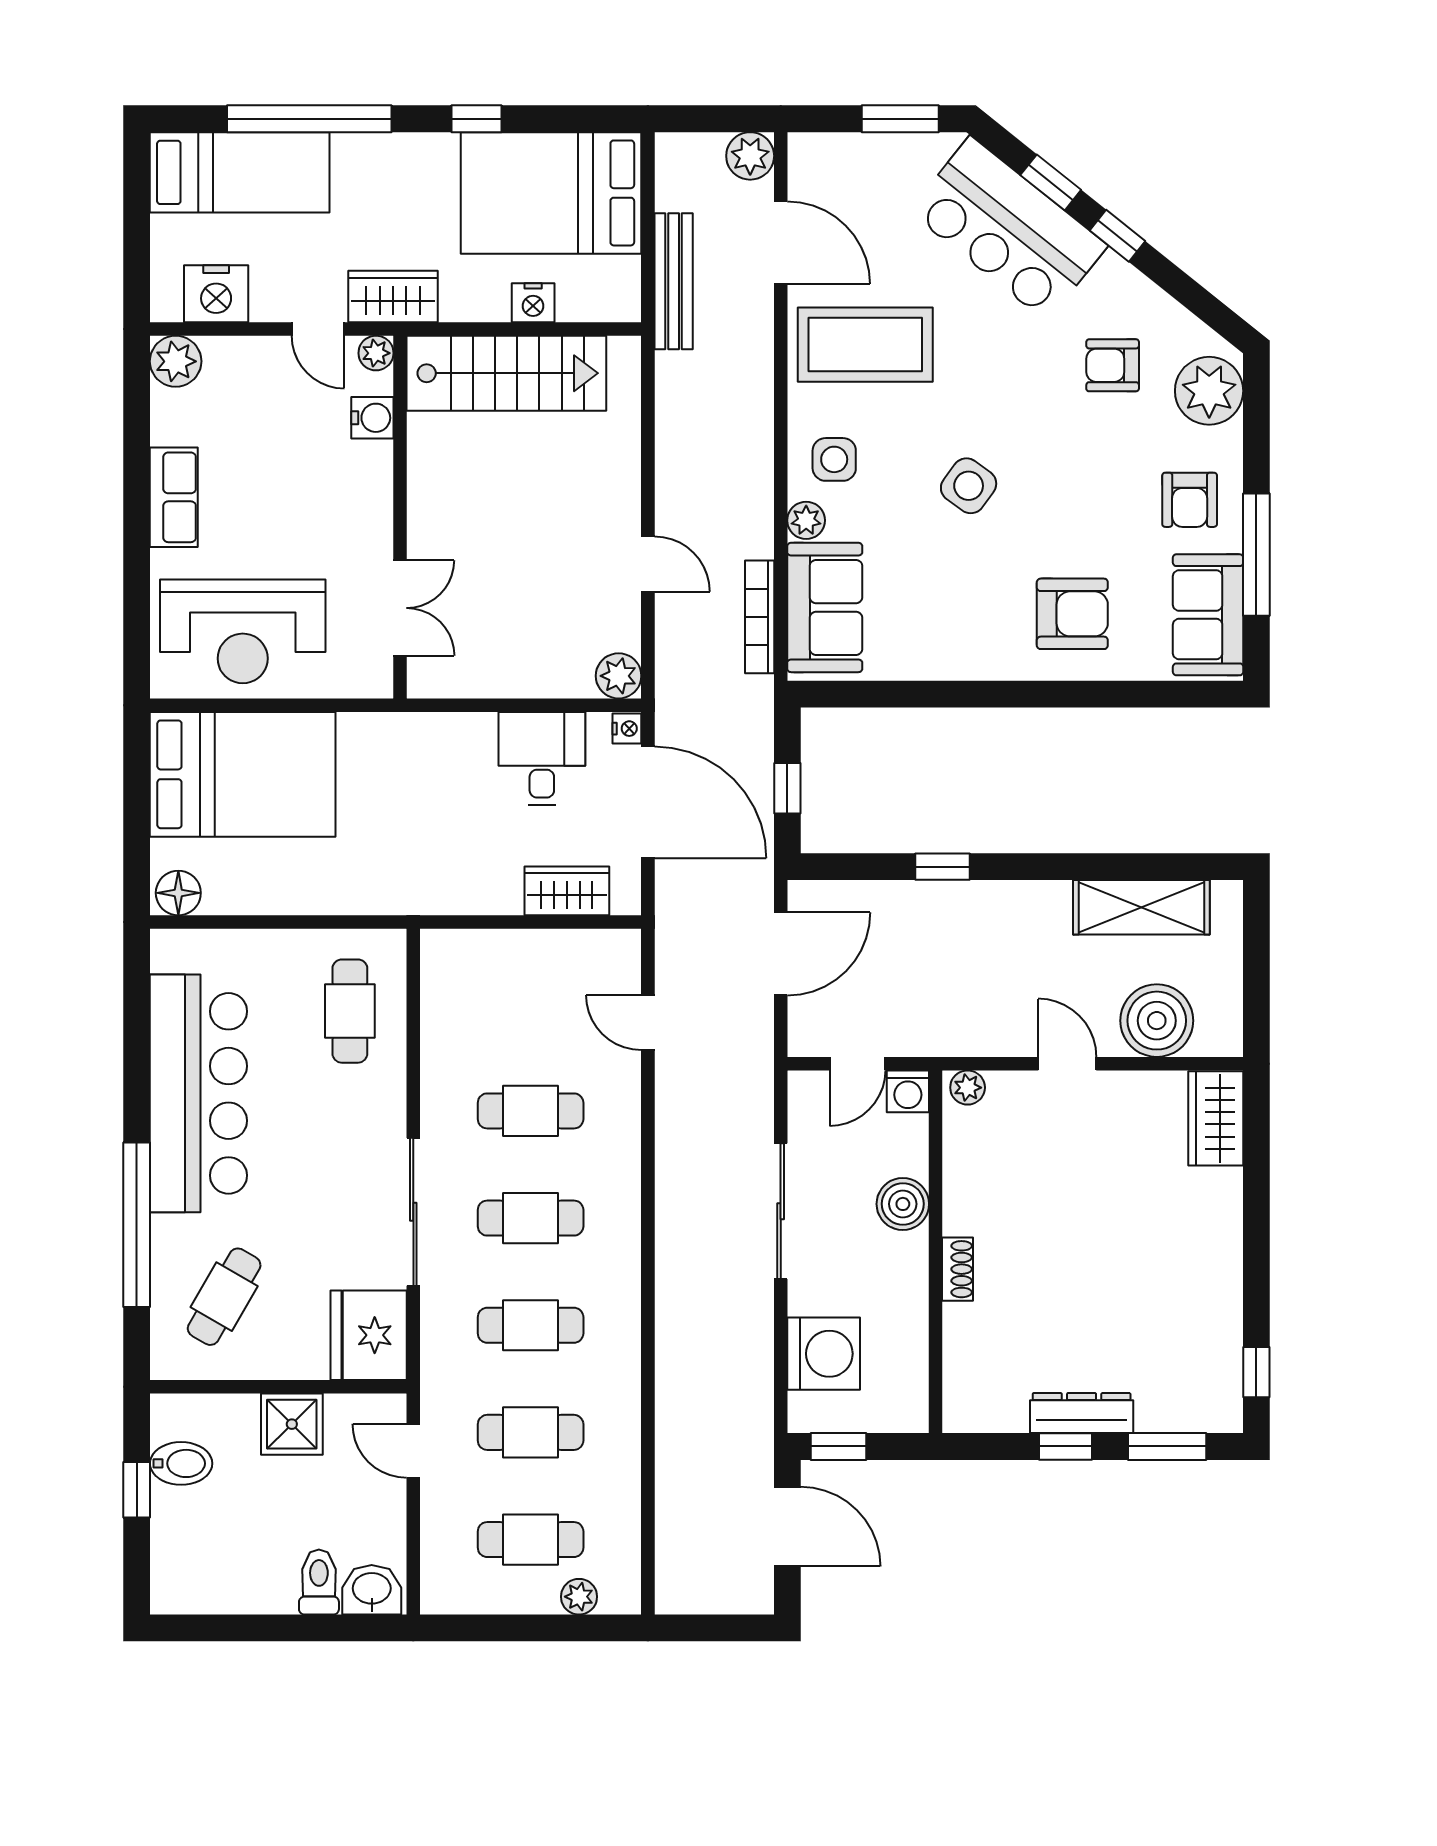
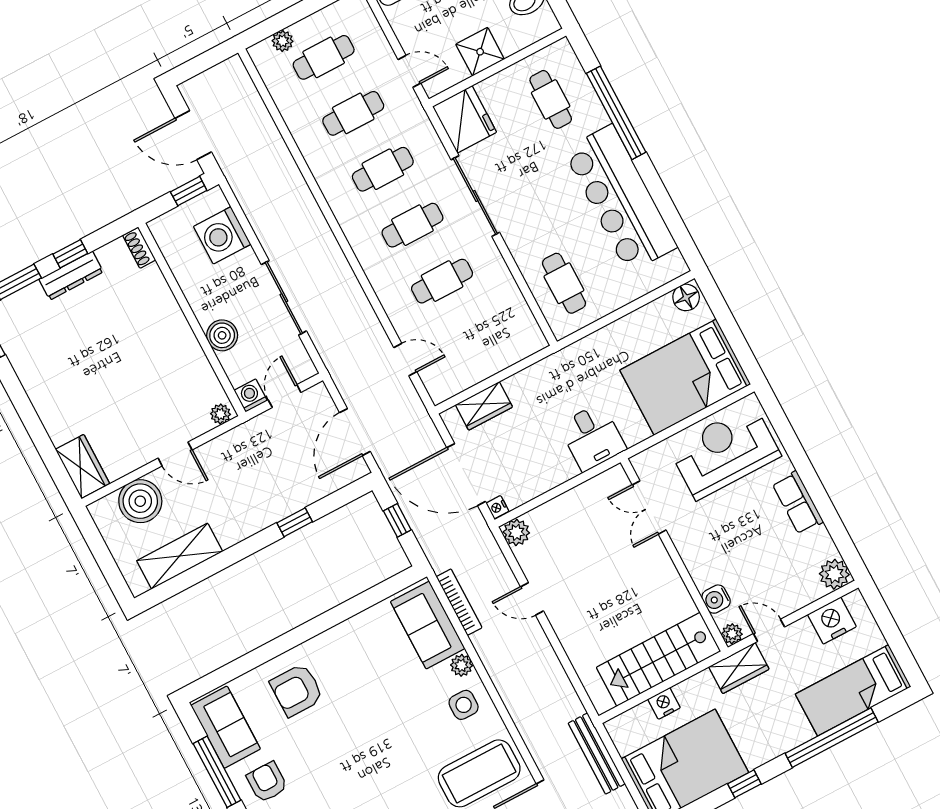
side table: (969, 486) -> (386, 728), removed
desk: (542, 758) -> (592, 437), moved
shoe rack: (958, 1269) -> (139, 248), moved
cafe table: (224, 1297) -> (551, 99), turned -30

